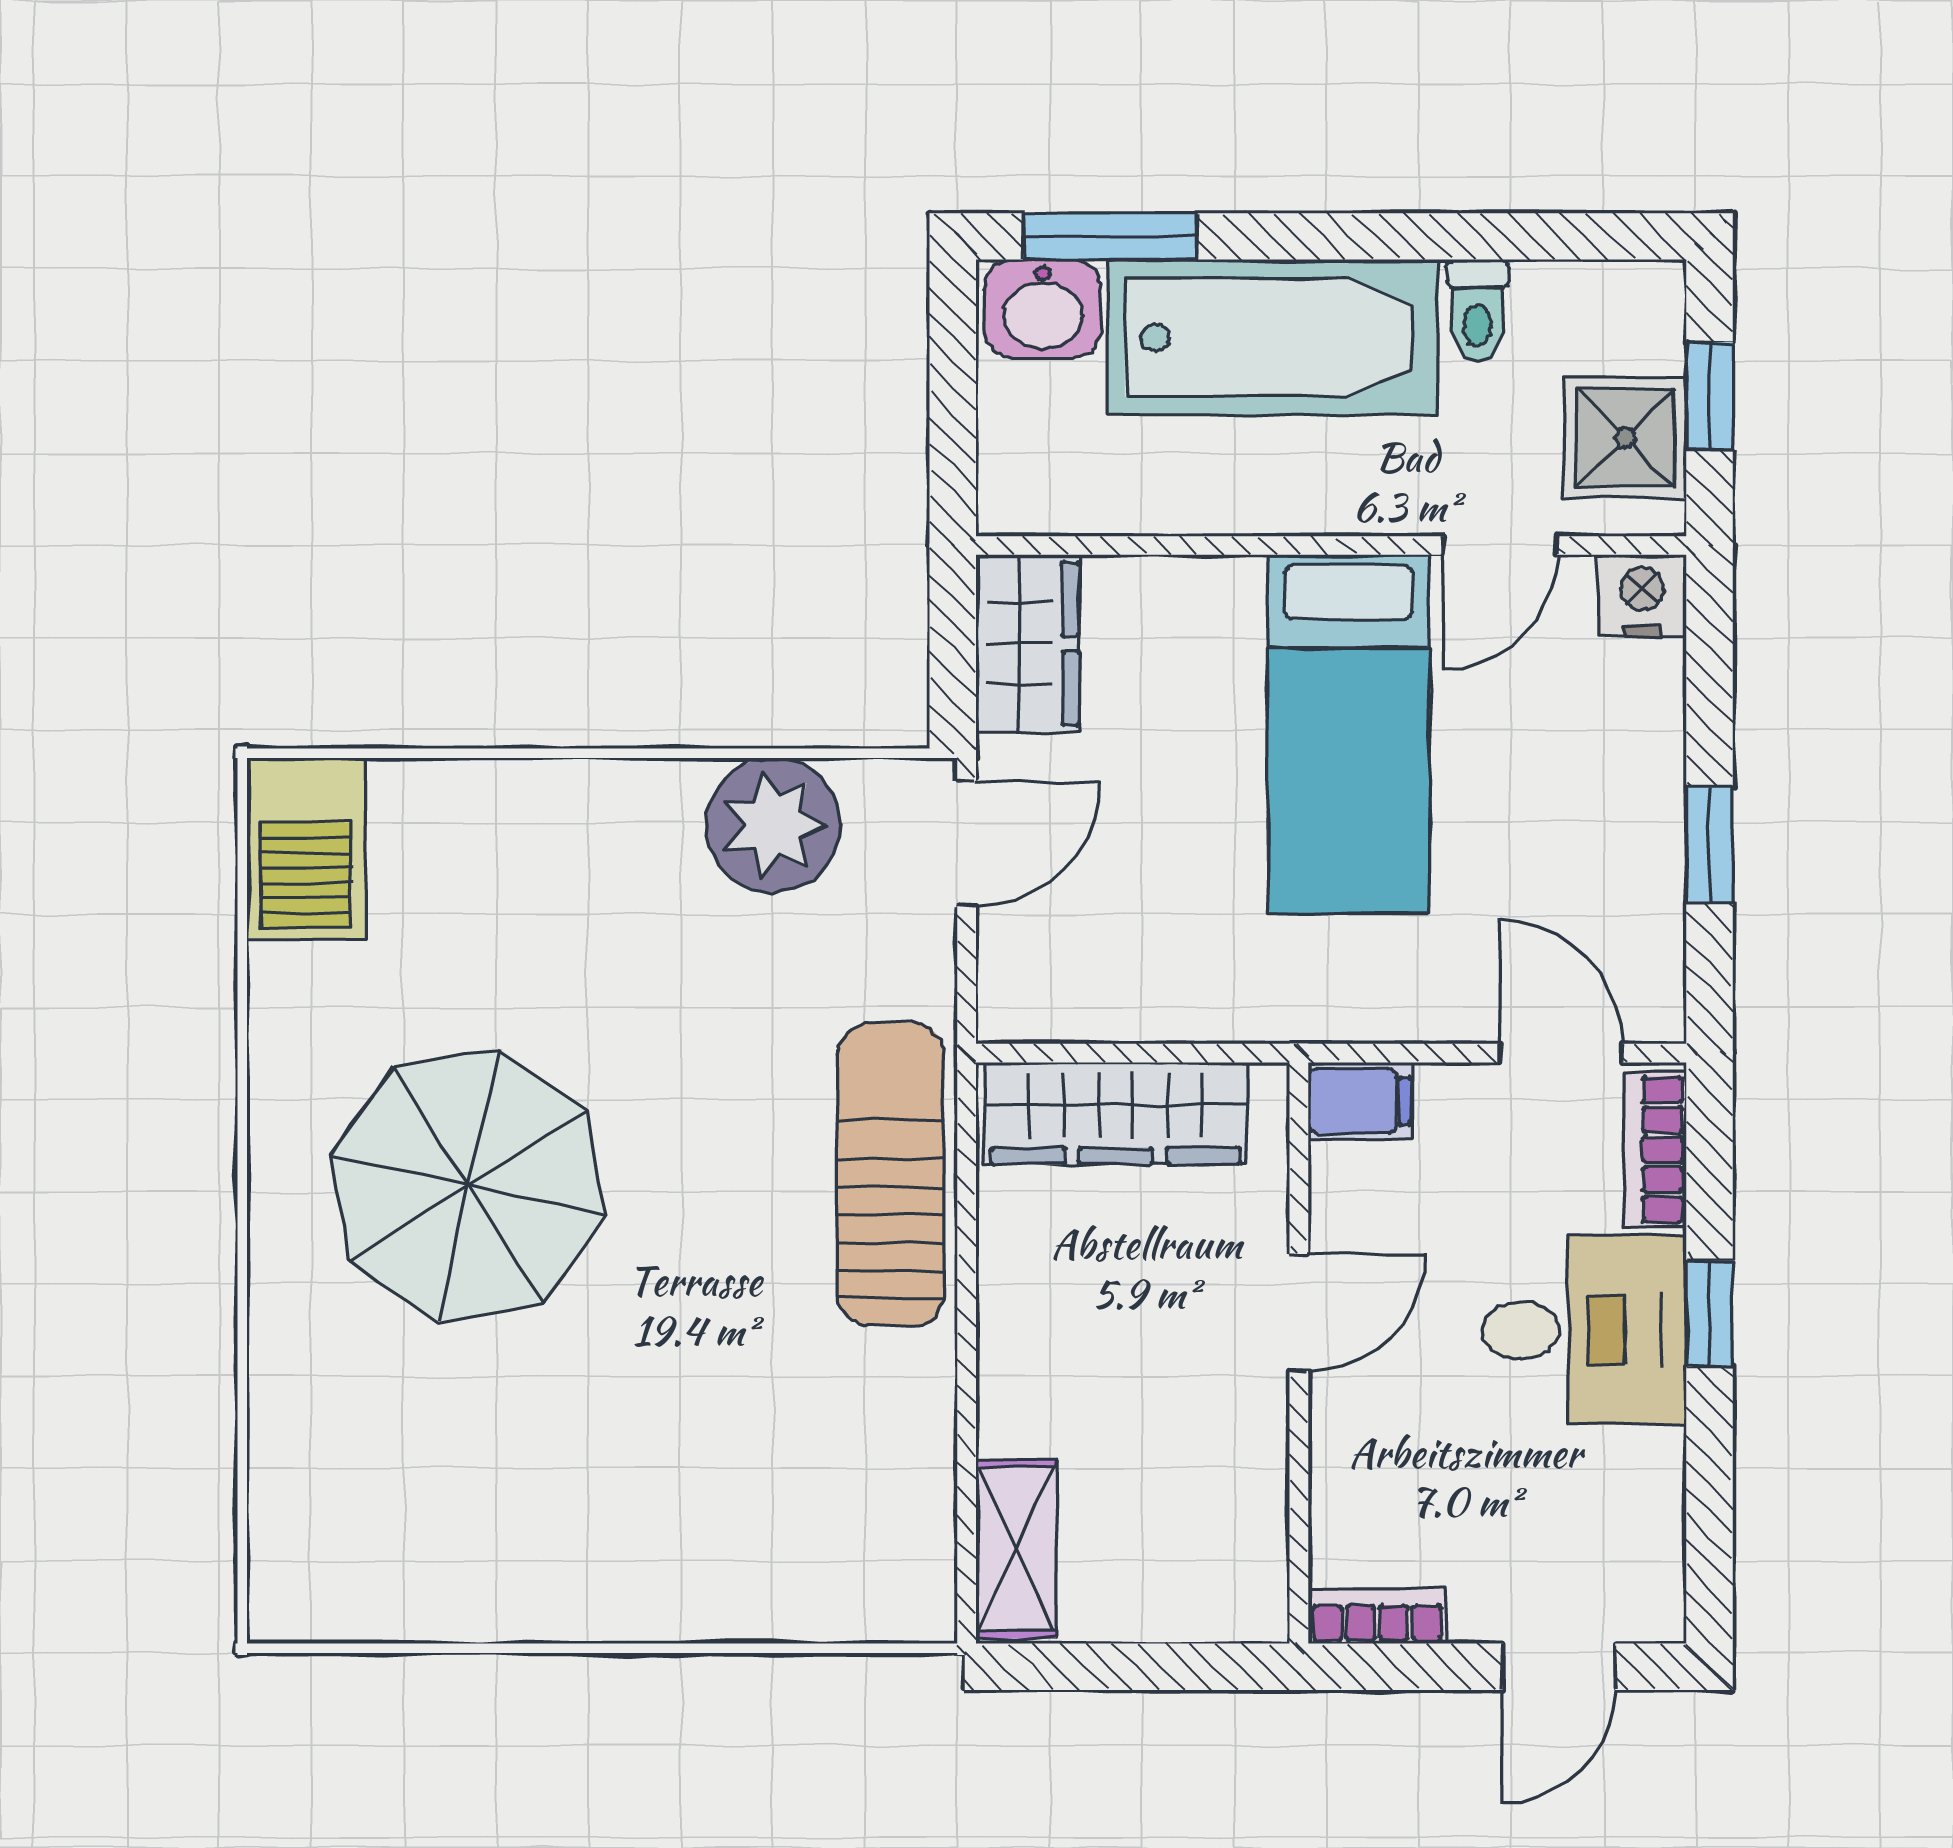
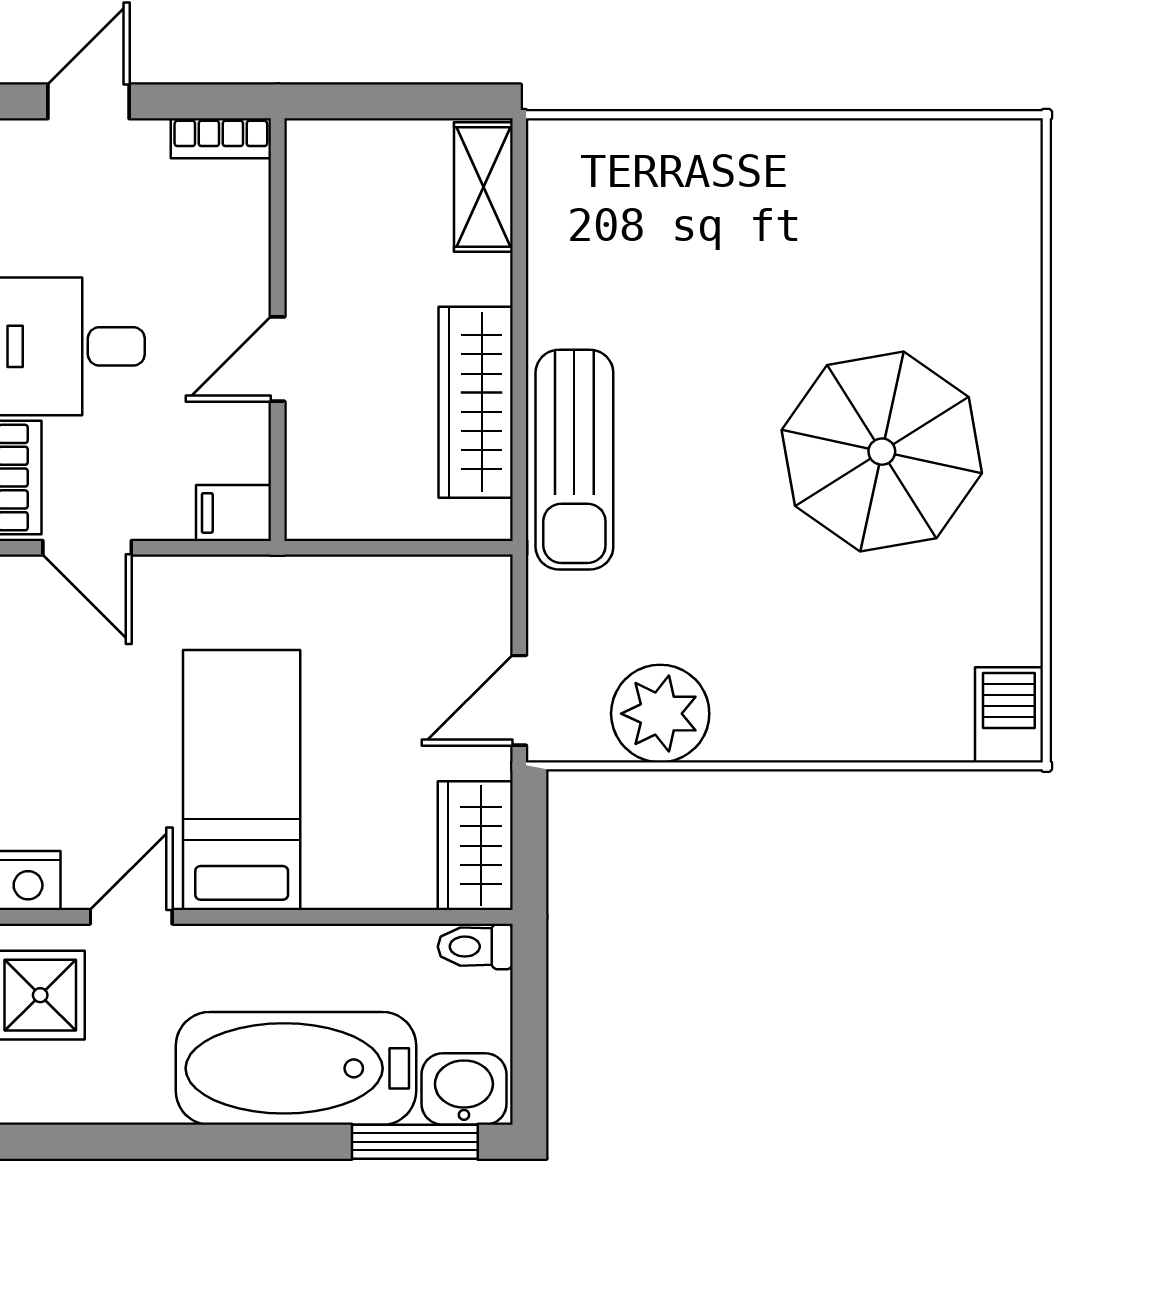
toilet: (1478, 311) -> (475, 947), moved, turned -90
barbecue: (306, 848) -> (1009, 715), width x0.73, depth x0.79
wardrobe: (1116, 1113) -> (476, 402), moved, turned -90

